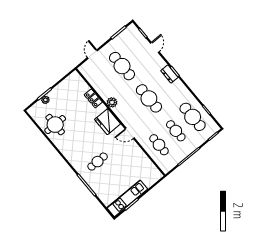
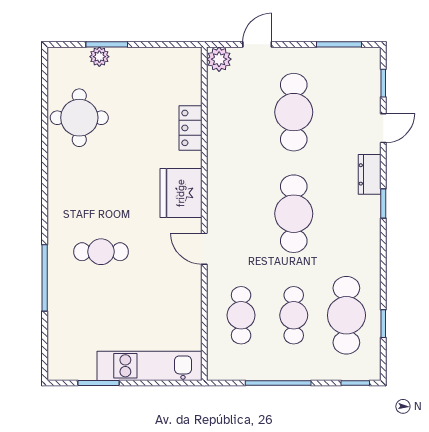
dresser: (169, 74) -> (370, 174), moved
plant: (112, 102) -> (219, 59), moved
kitchen unit: (127, 198) -> (149, 366), moved

